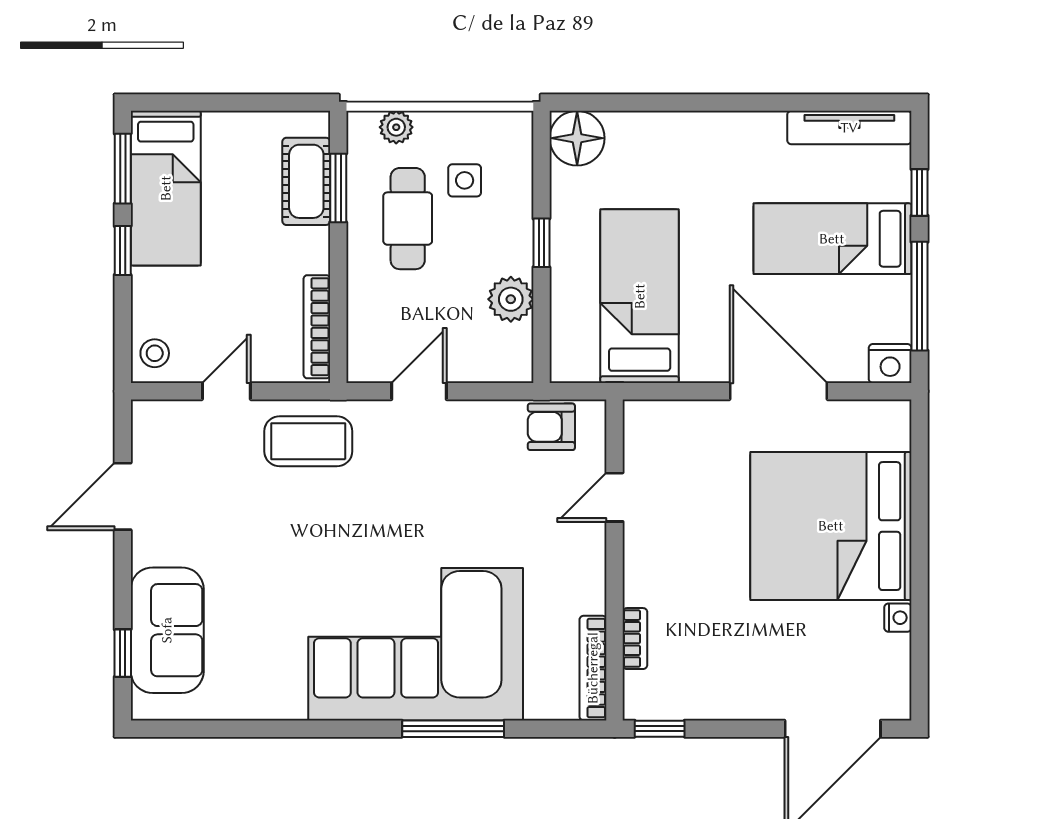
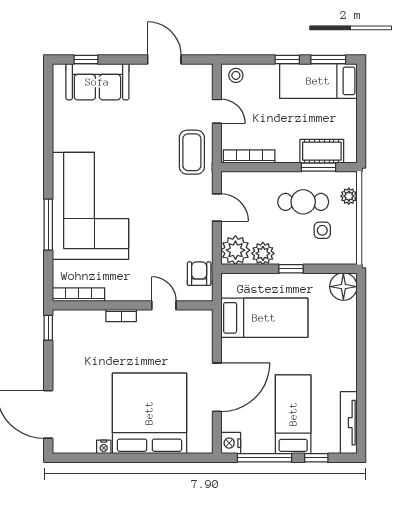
plant: (504, 354) -> (235, 250), added
bookcase: (635, 639) -> (121, 315), moved

